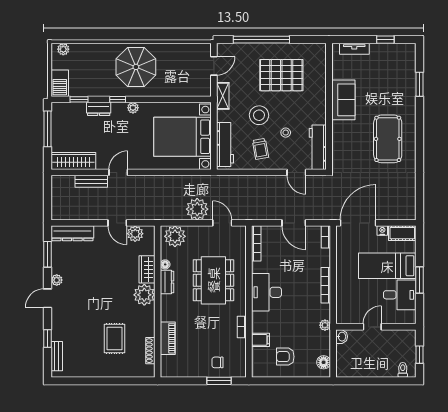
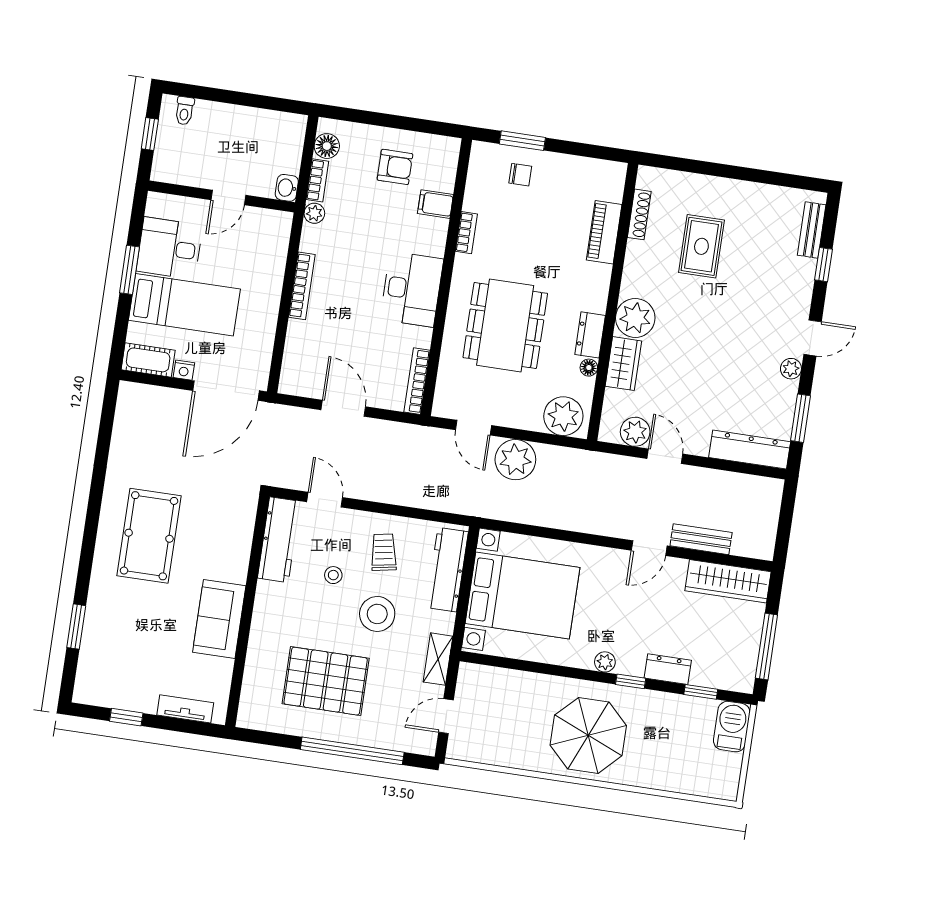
plant: (63, 49) -> (716, 788), removed
bookcase: (326, 237) -> (317, 180), moved

